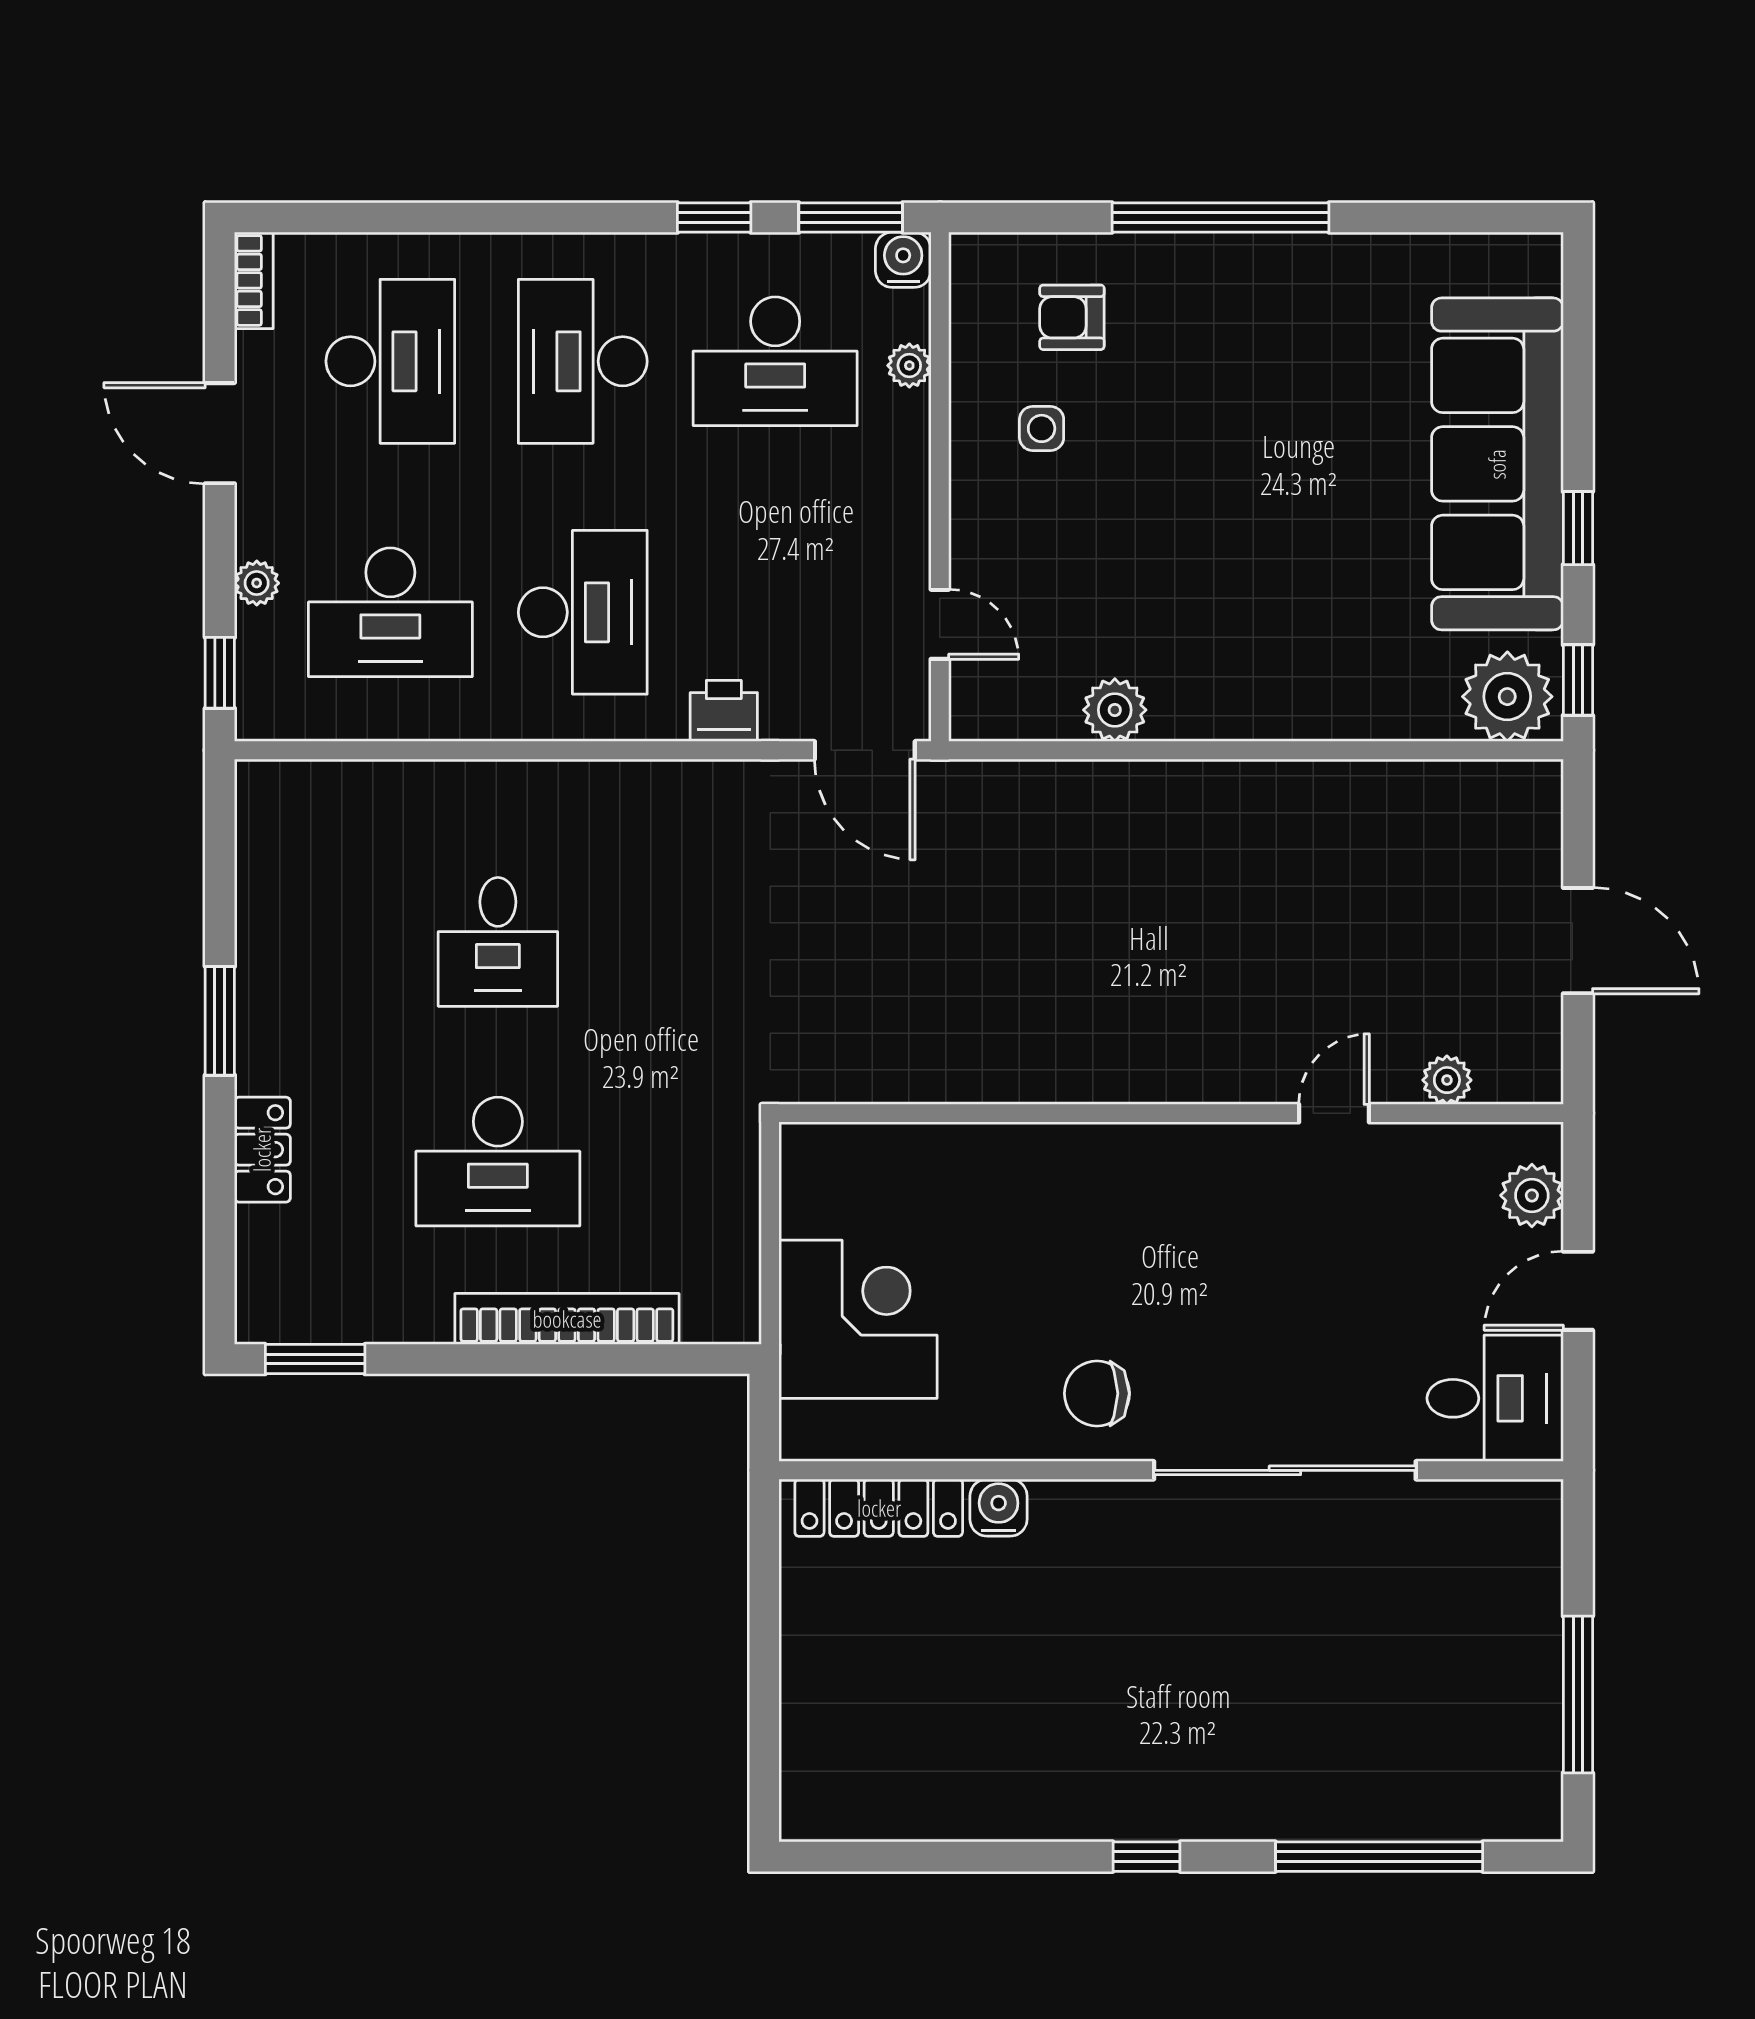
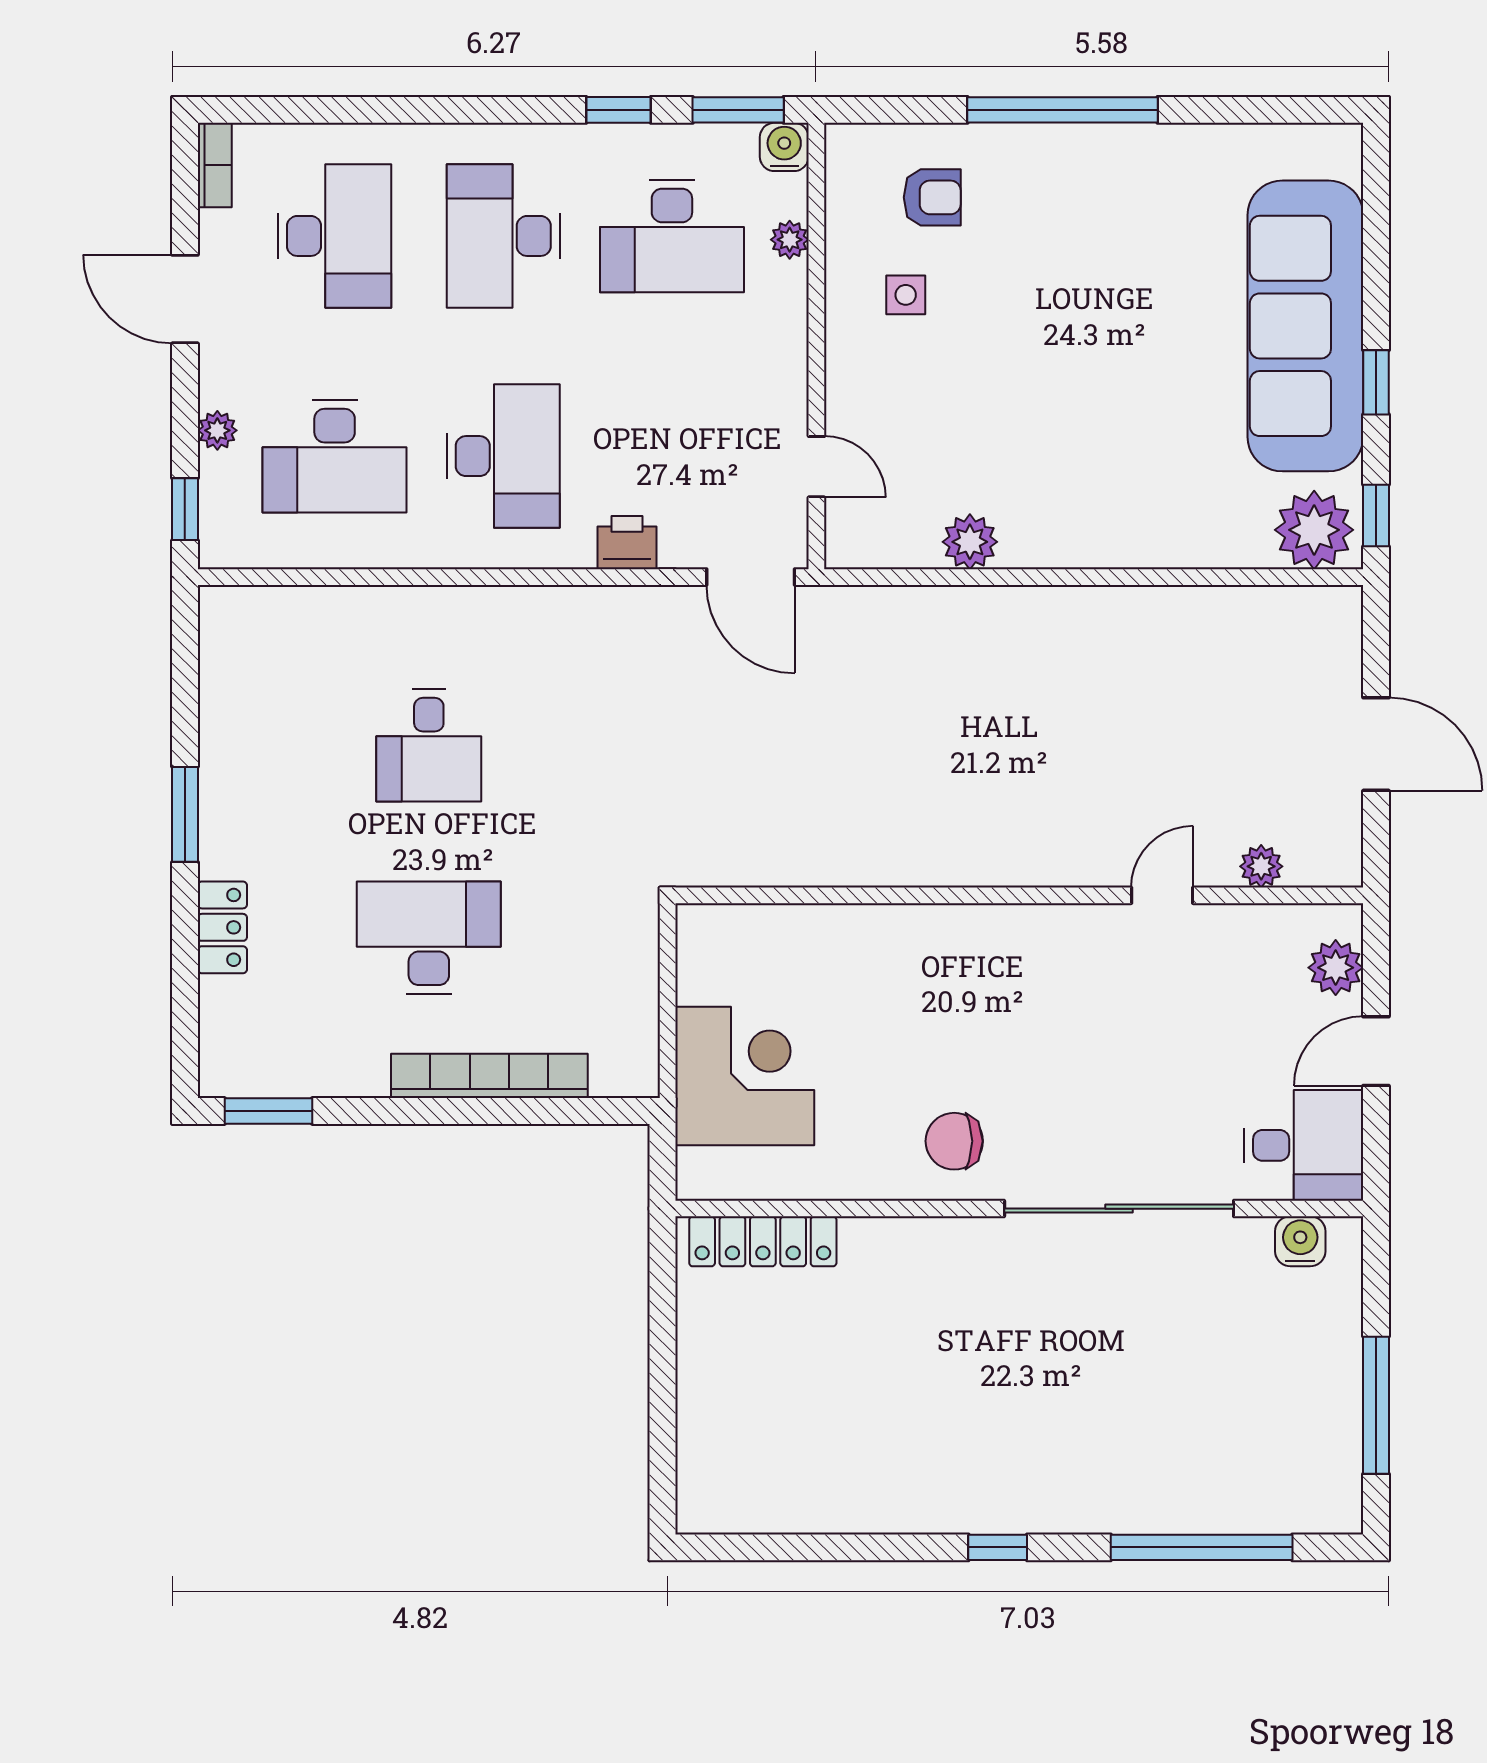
armchair: (1072, 317) -> (932, 197), turned 180
desk: (498, 1162) -> (429, 938), turned 180
water cooler: (999, 1508) -> (1300, 1241), moved

